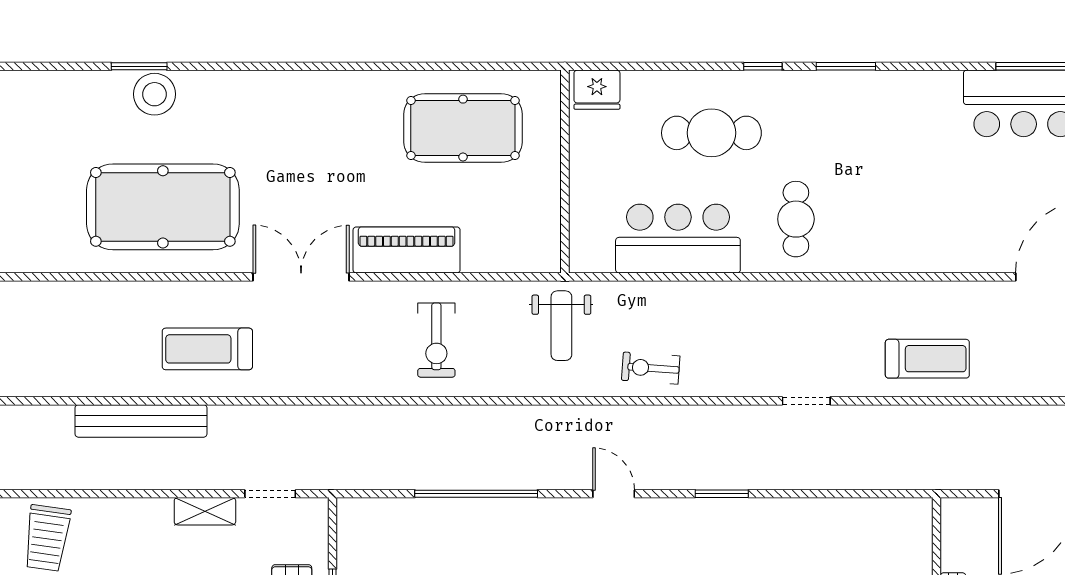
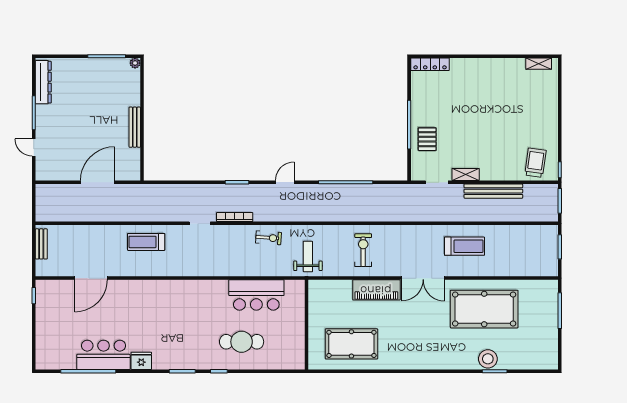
fridge: (597, 90) -> (141, 361), moved
cafe table: (796, 219) -> (204, 304), removed
bookcase: (727, 415) -> (235, 217), added
bench: (141, 421) -> (493, 191), moved
door: (614, 494) -> (285, 182), swing flipped

